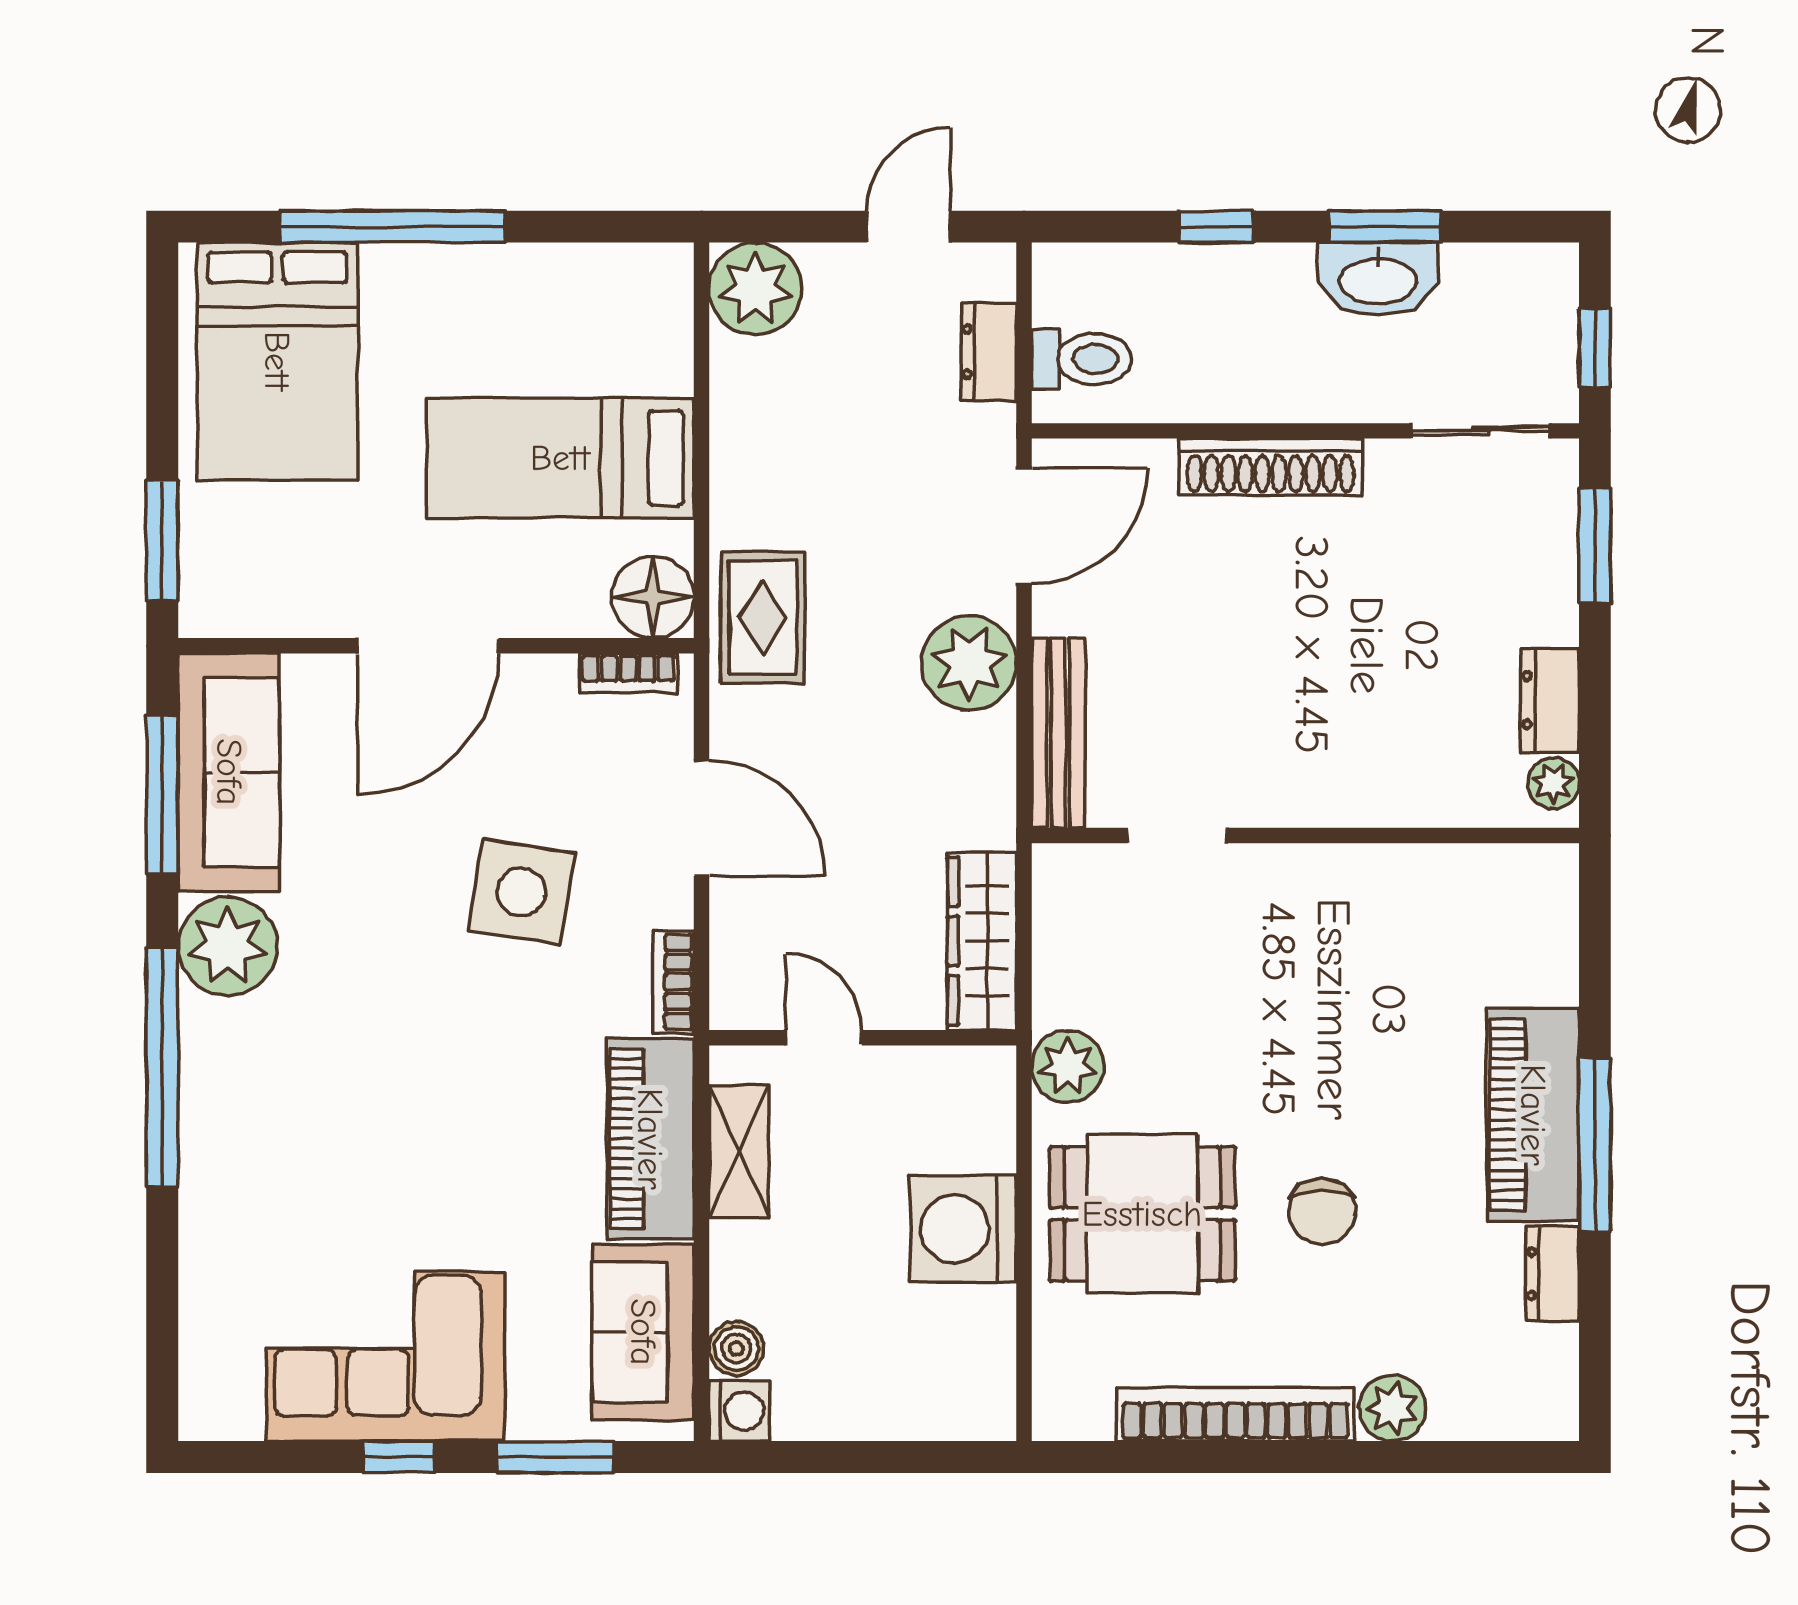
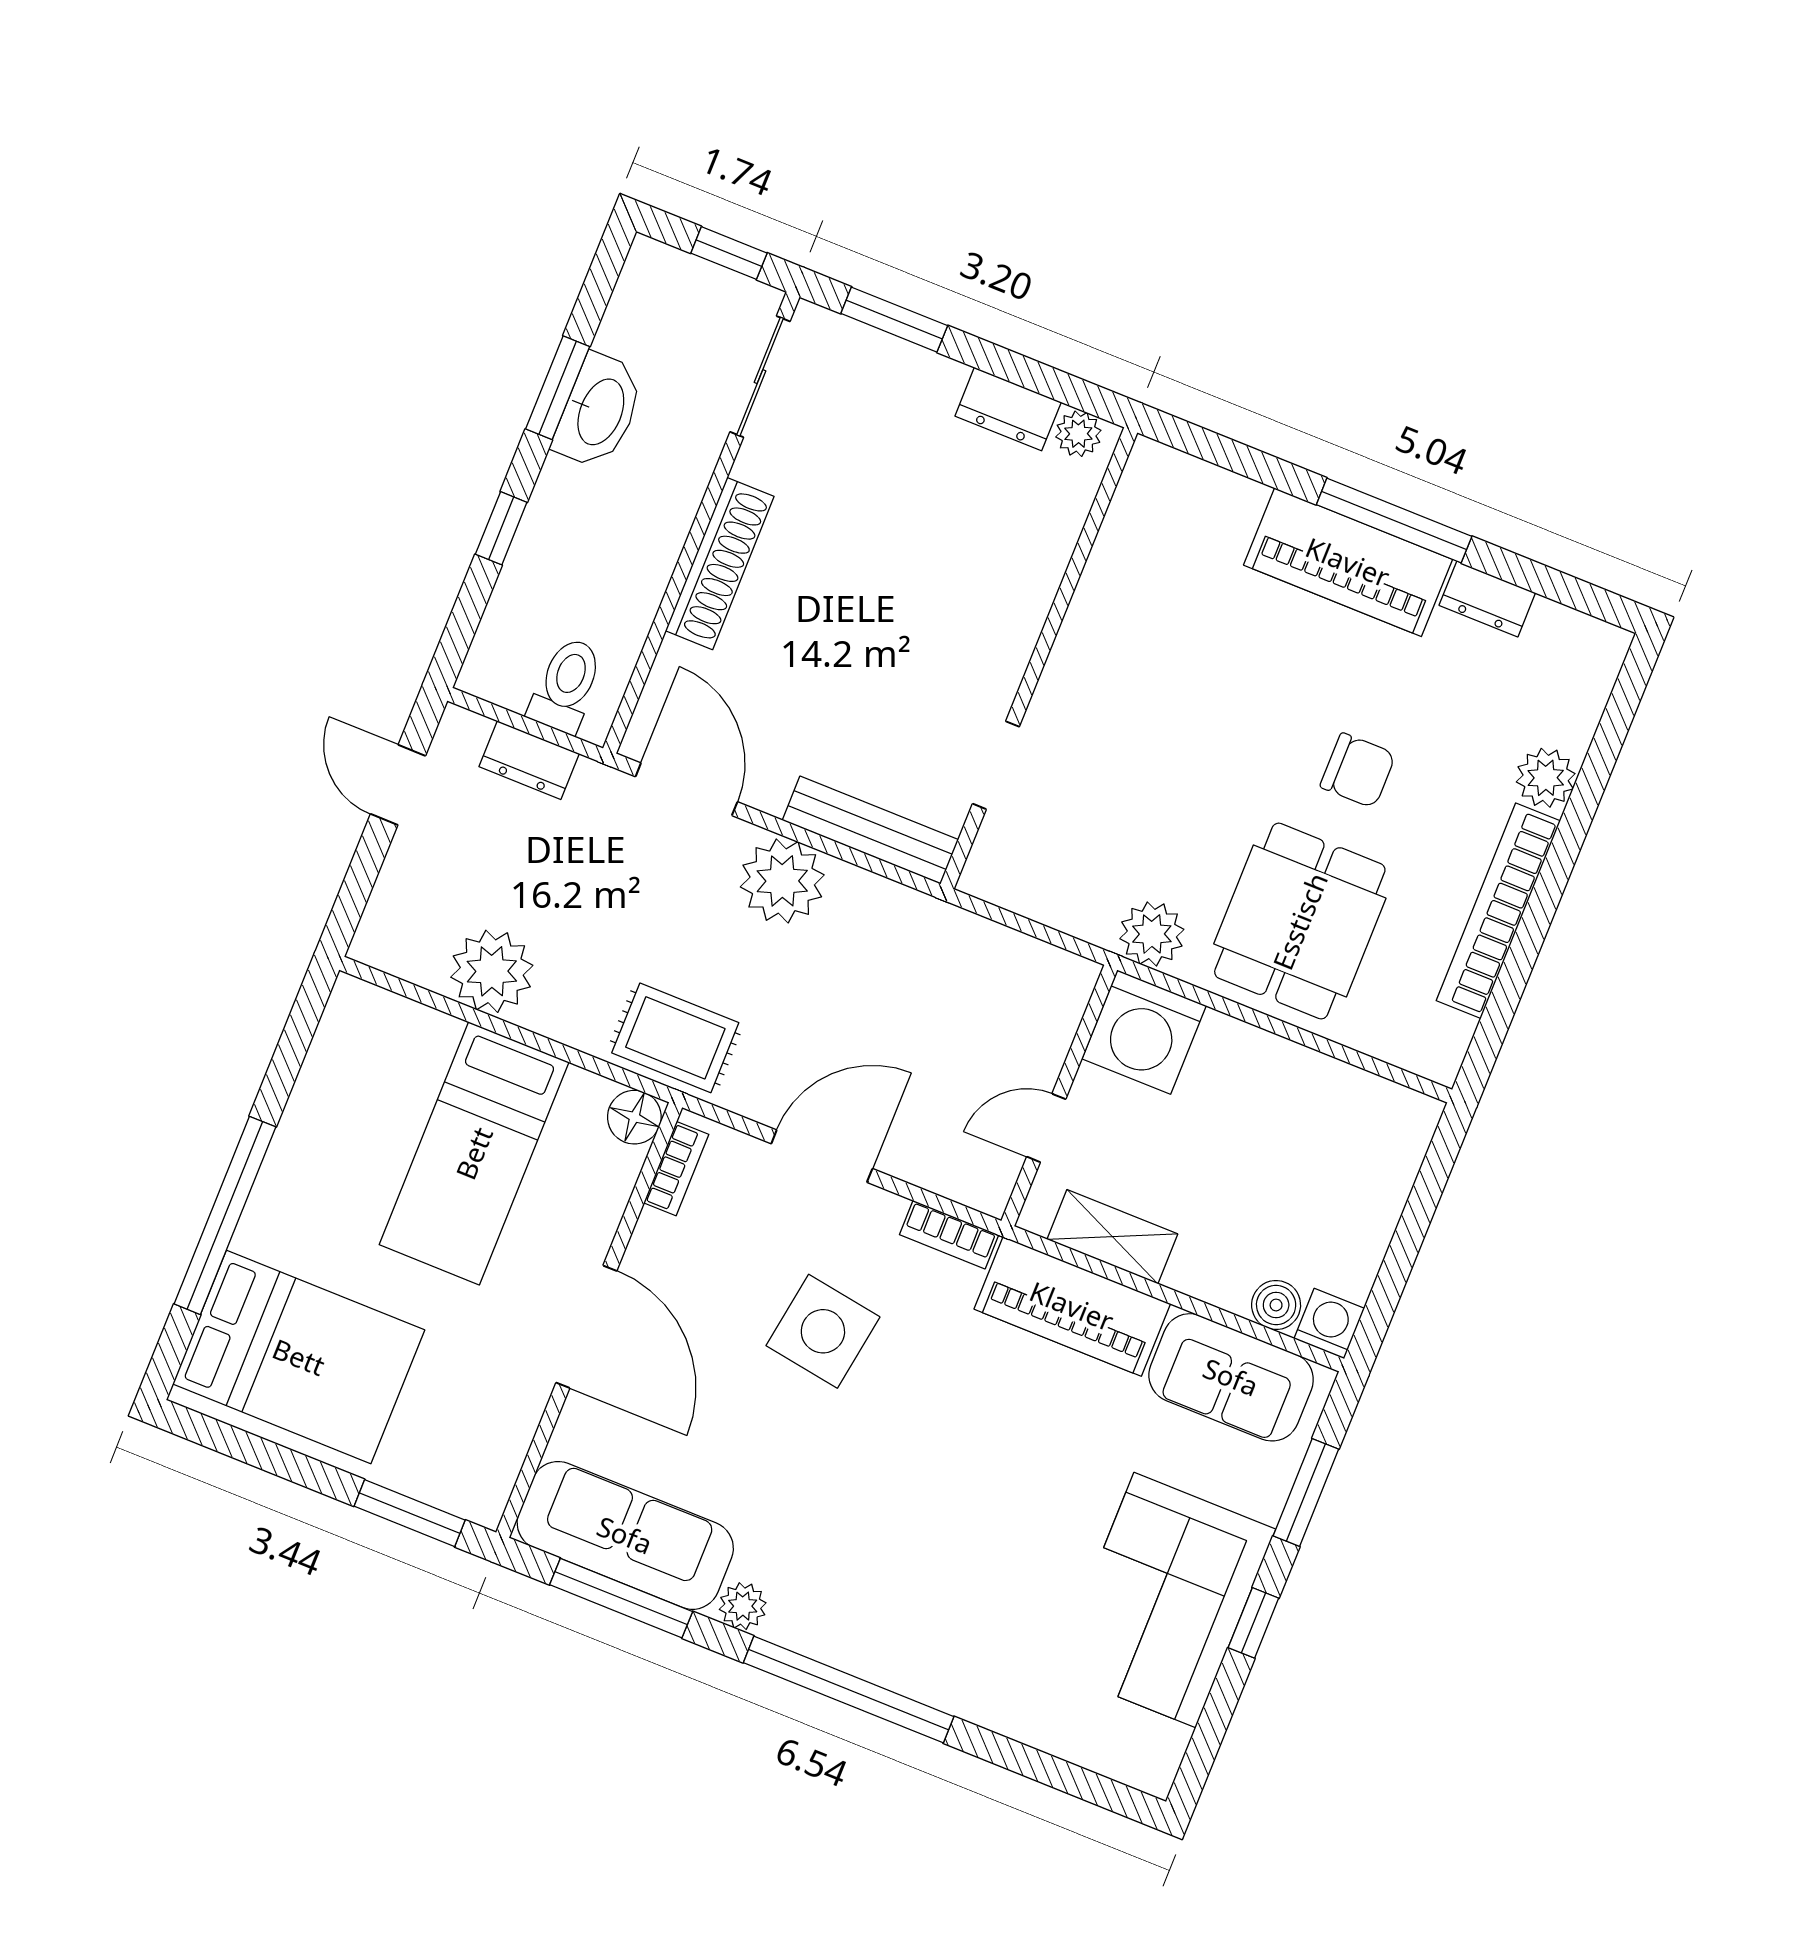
plant: (755, 289) -> (492, 971), moved
floor lamp: (653, 597) -> (634, 1117), width x0.73, depth x0.73
wardrobe: (982, 941) -> (1019, 964), removed
plant: (228, 946) -> (743, 1606), width x0.53, depth x0.53
washing machine: (963, 1229) -> (1144, 1032), moved

